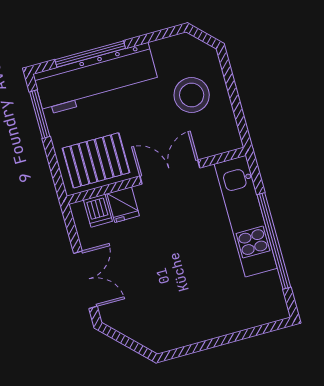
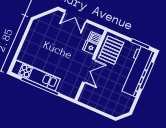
stool: (192, 95) -> (108, 97), removed
kitchen unit: (246, 216) -> (36, 75), moved

